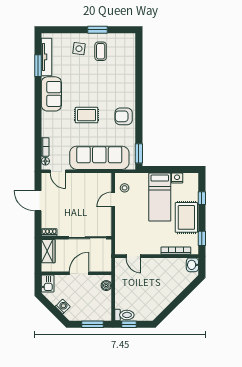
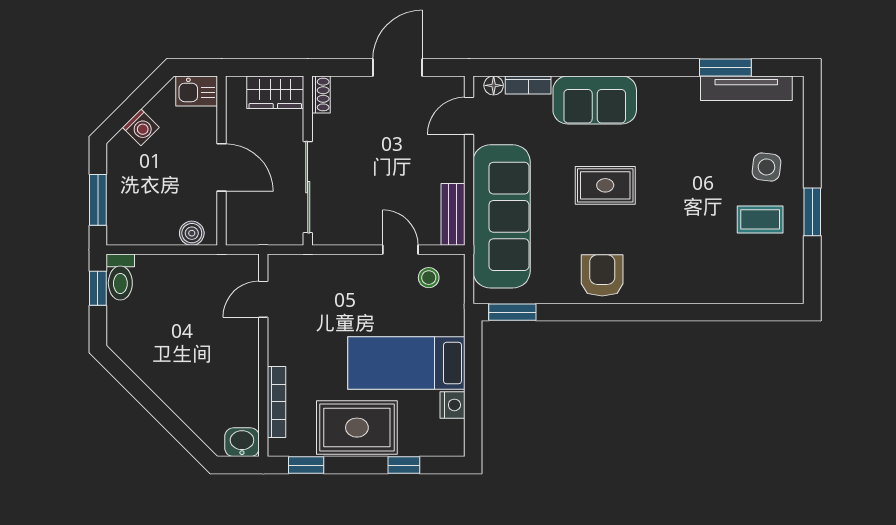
sofa: (51, 94) -> (595, 100), moved
rug: (87, 115) -> (605, 185), turned 90
bench: (99, 178) -> (453, 214), added

